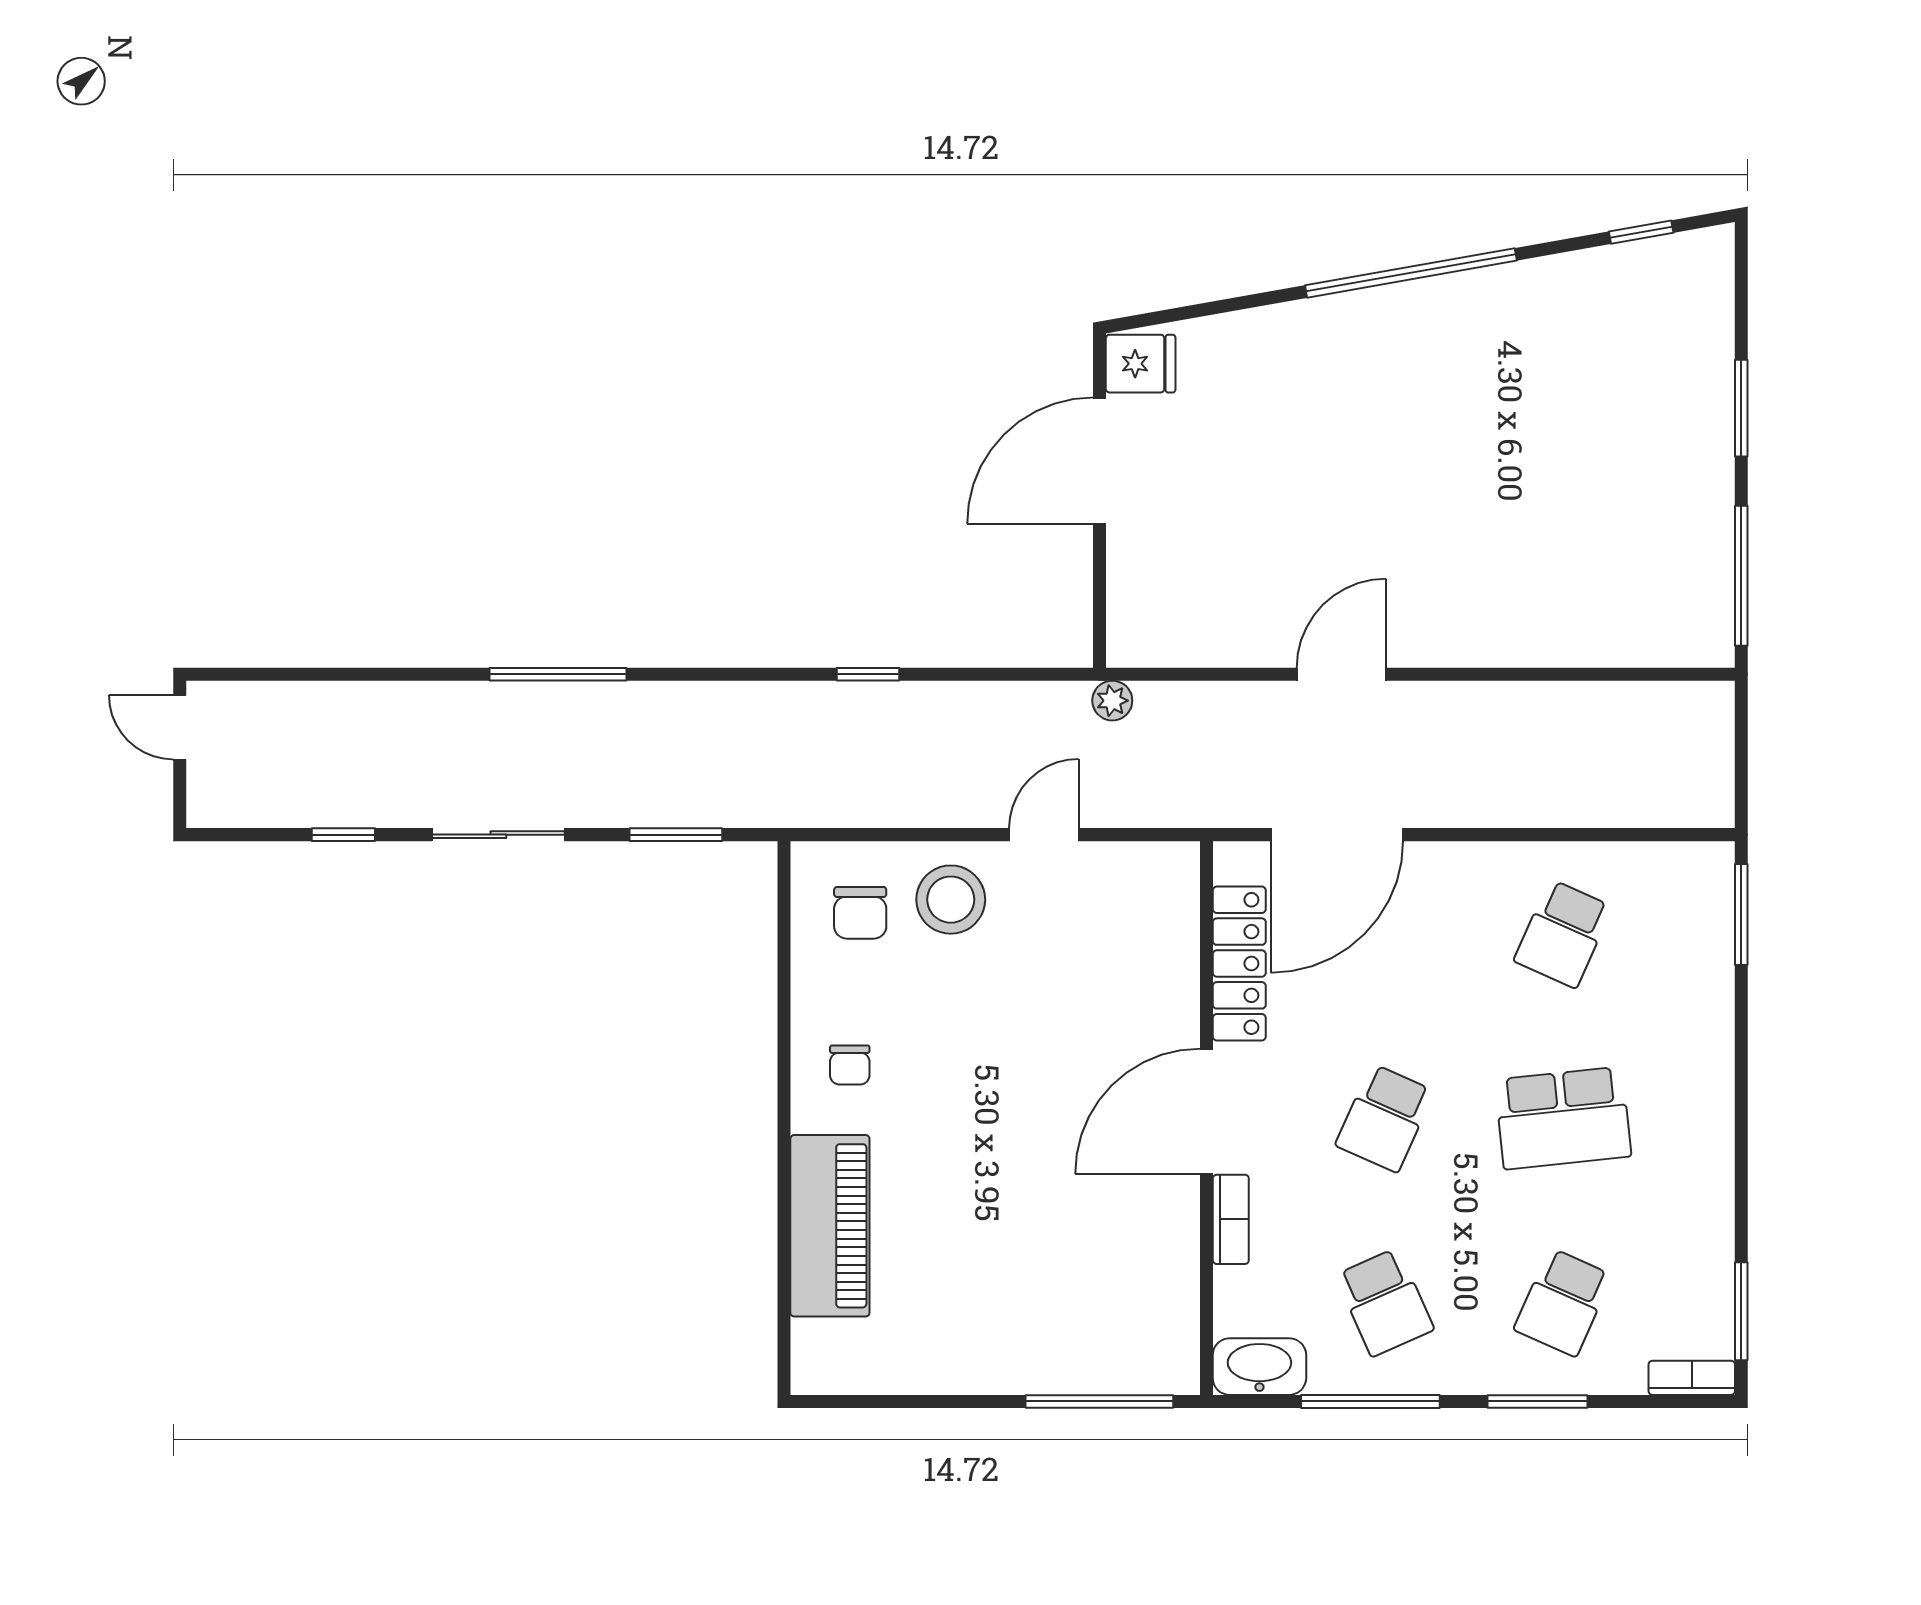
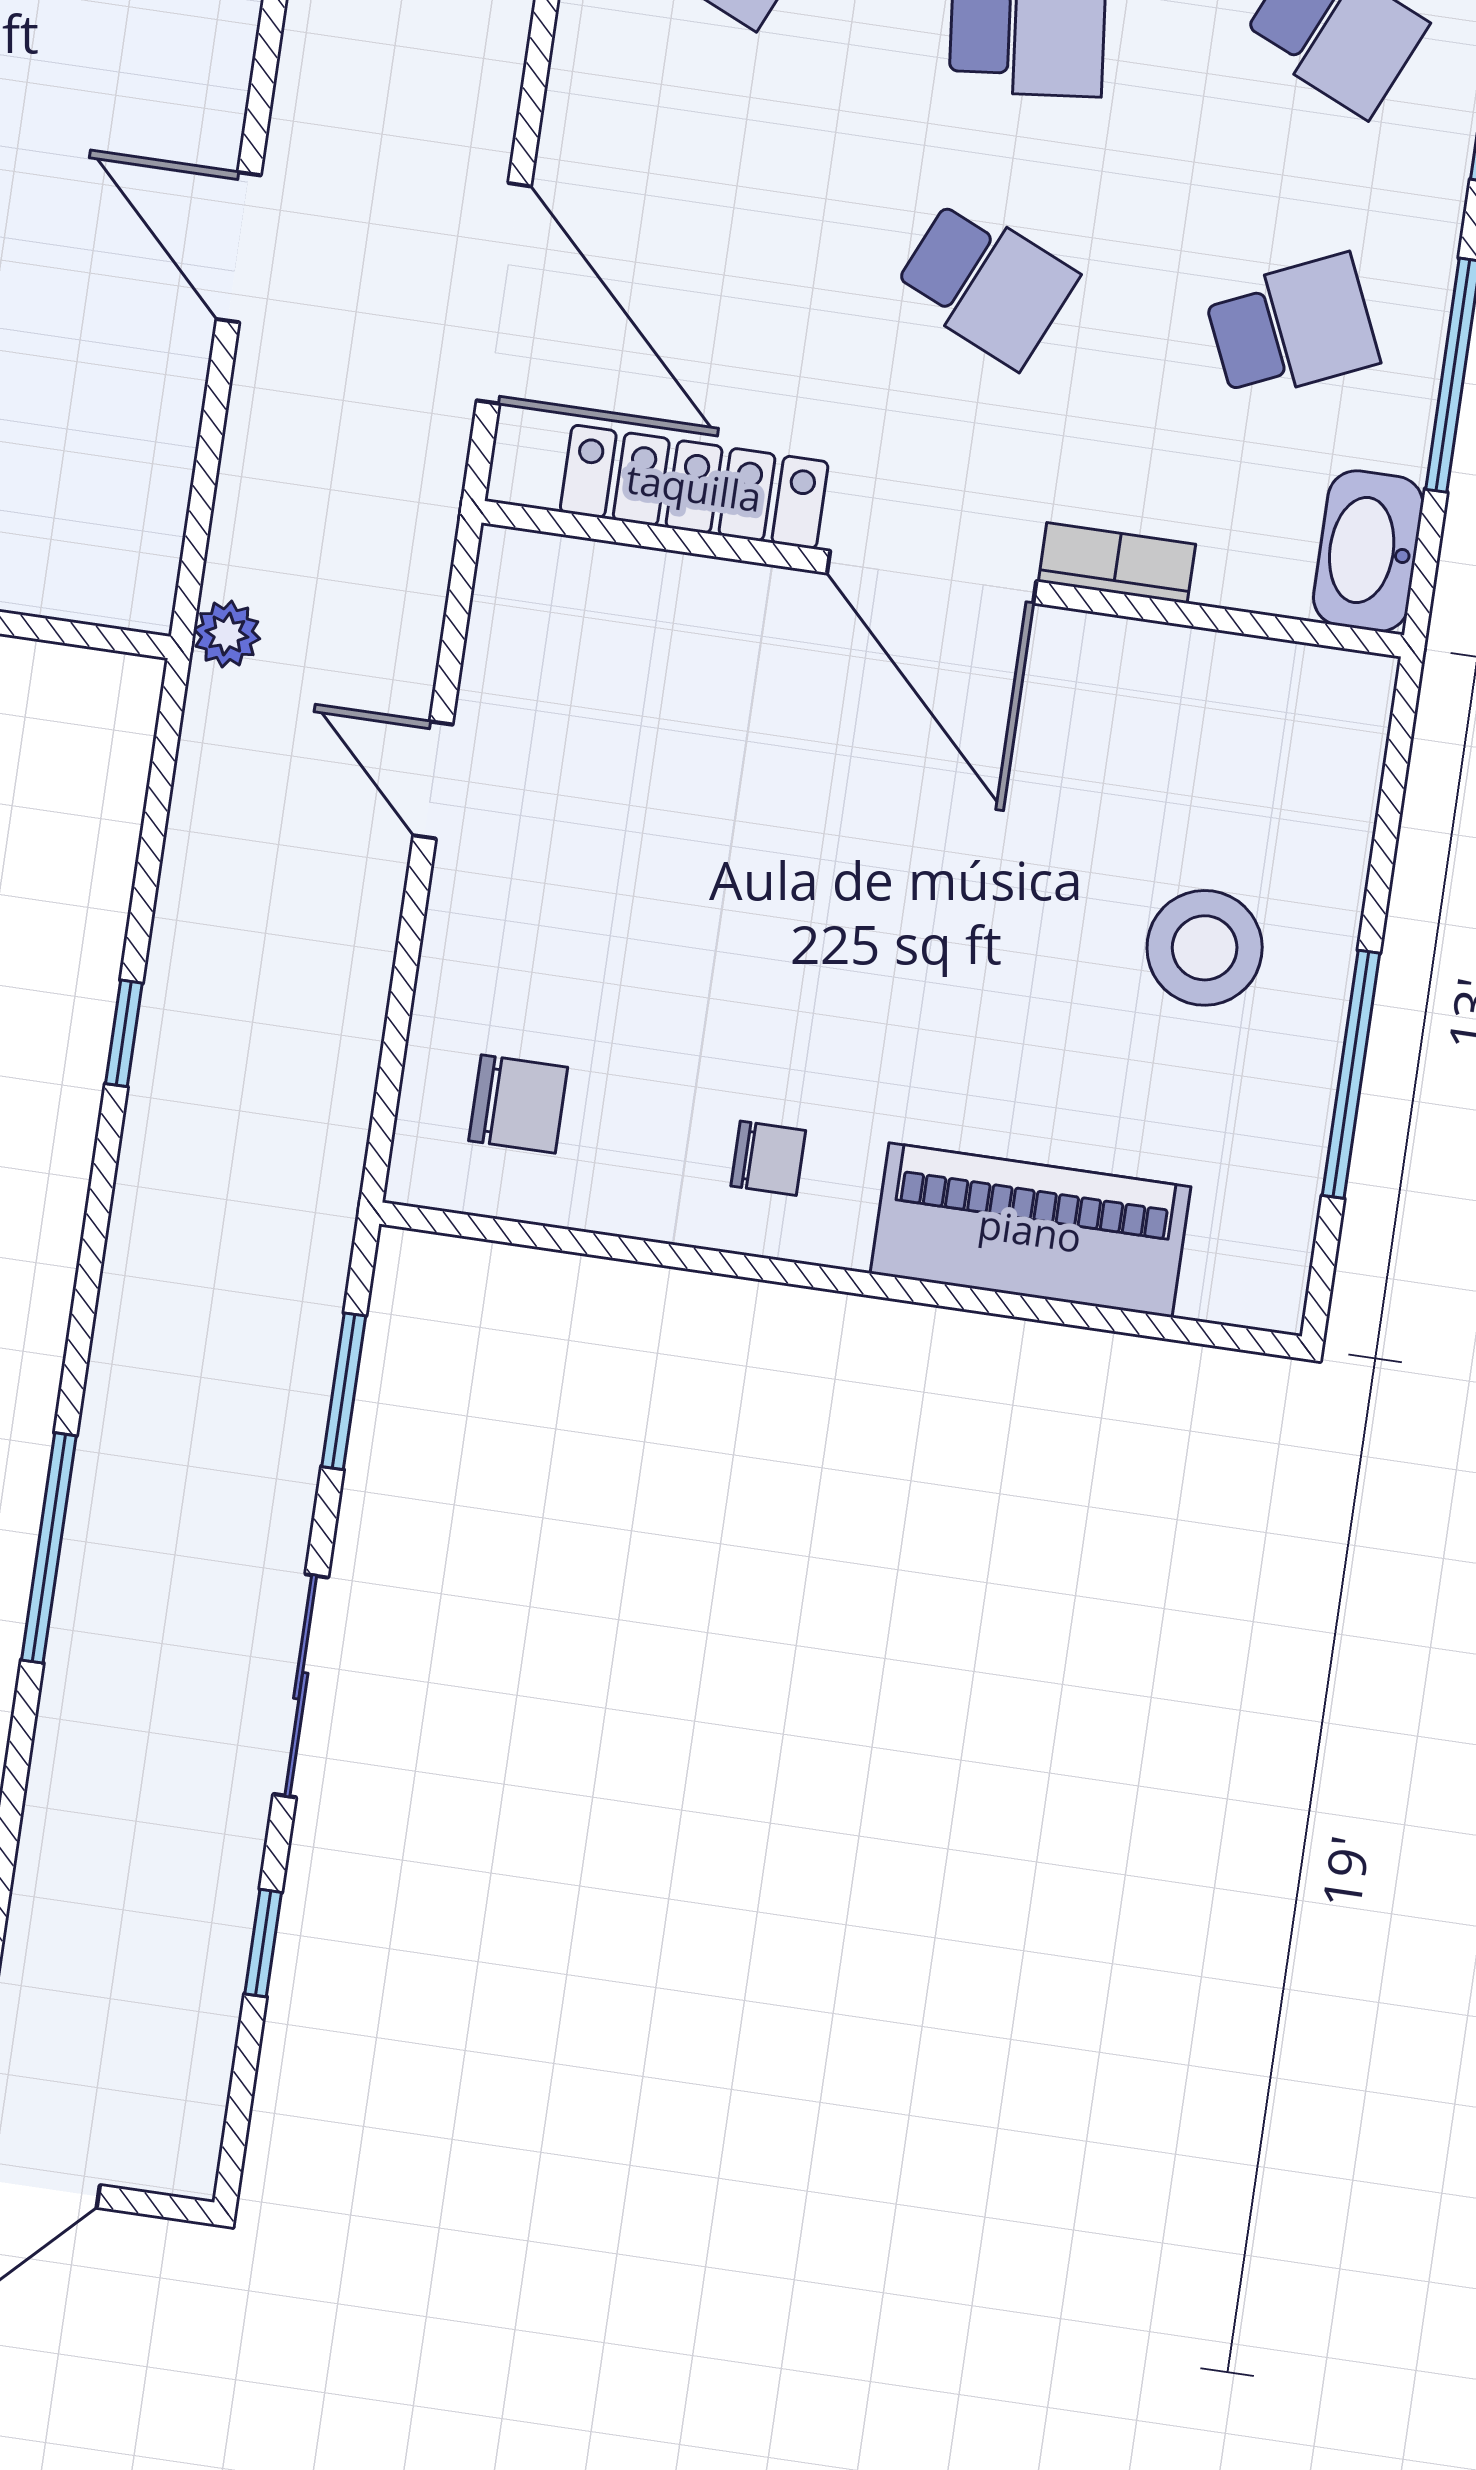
stool: (951, 900) -> (1205, 948), moved
window: (1099, 1401) -> (1351, 1074), moved

